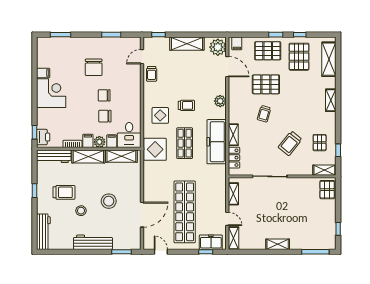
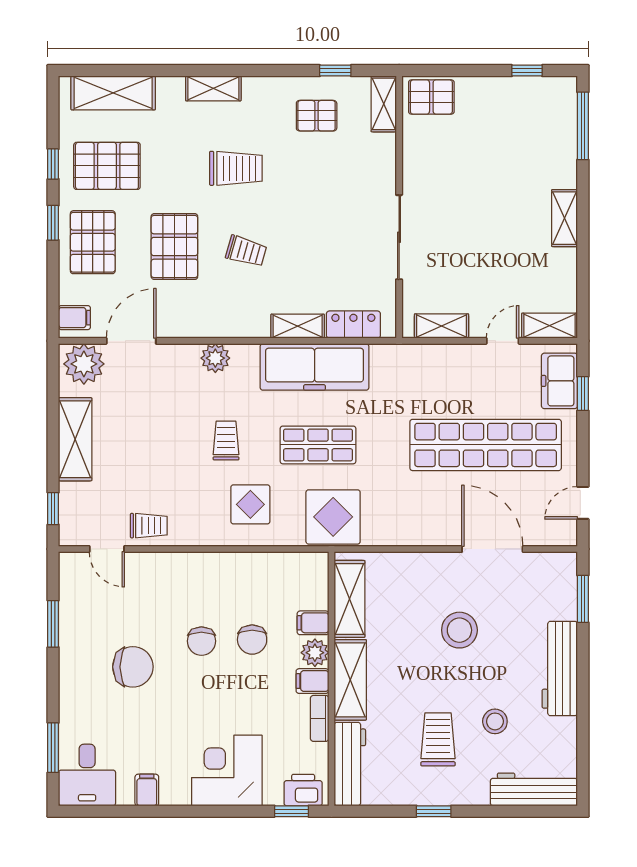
corner desk: (51, 93) -> (227, 771), moved
desk: (129, 135) -> (87, 775), moved, turned 90
trolley: (290, 143) -> (236, 168), moved, turned -39
stool: (81, 211) -> (495, 721), moved

